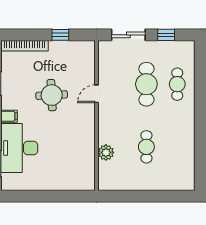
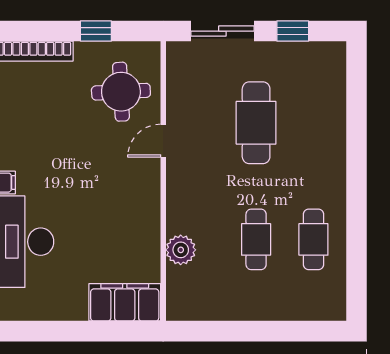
cafe table: (177, 84) -> (313, 239), moved
round table: (52, 95) -> (121, 92), moved
filing cabinet: (76, 181) -> (125, 302), added

